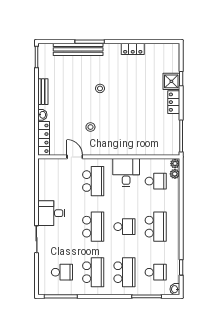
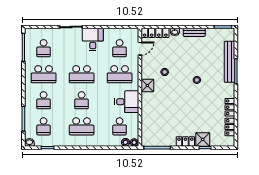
locker: (156, 49) -> (230, 127), added
shower: (107, 148) -> (147, 85), added
door: (75, 157) -> (140, 49), moved
school desk: (62, 181) -> (120, 48), added
school desk: (124, 272) -> (44, 100), width x0.54

